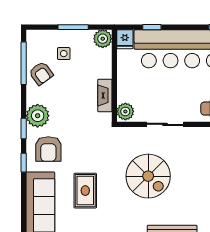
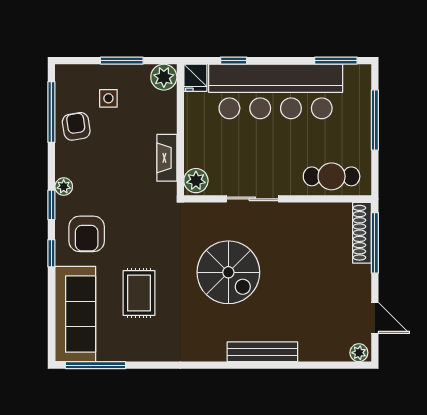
armchair: (41, 73) -> (76, 126), turned -153
plant: (38, 116) -> (64, 187), width x0.53, depth x0.53

